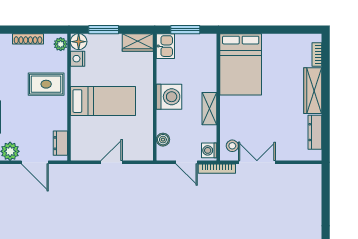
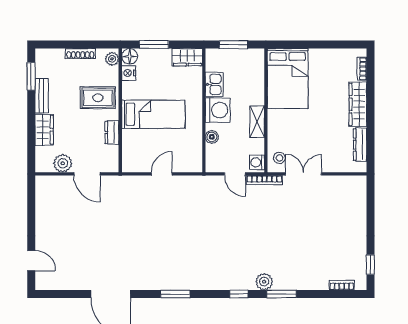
kitchen sink: (165, 46) -> (214, 84), moved
boiler: (163, 140) -> (212, 137), moved
dresser: (60, 143) -> (112, 133), moved

